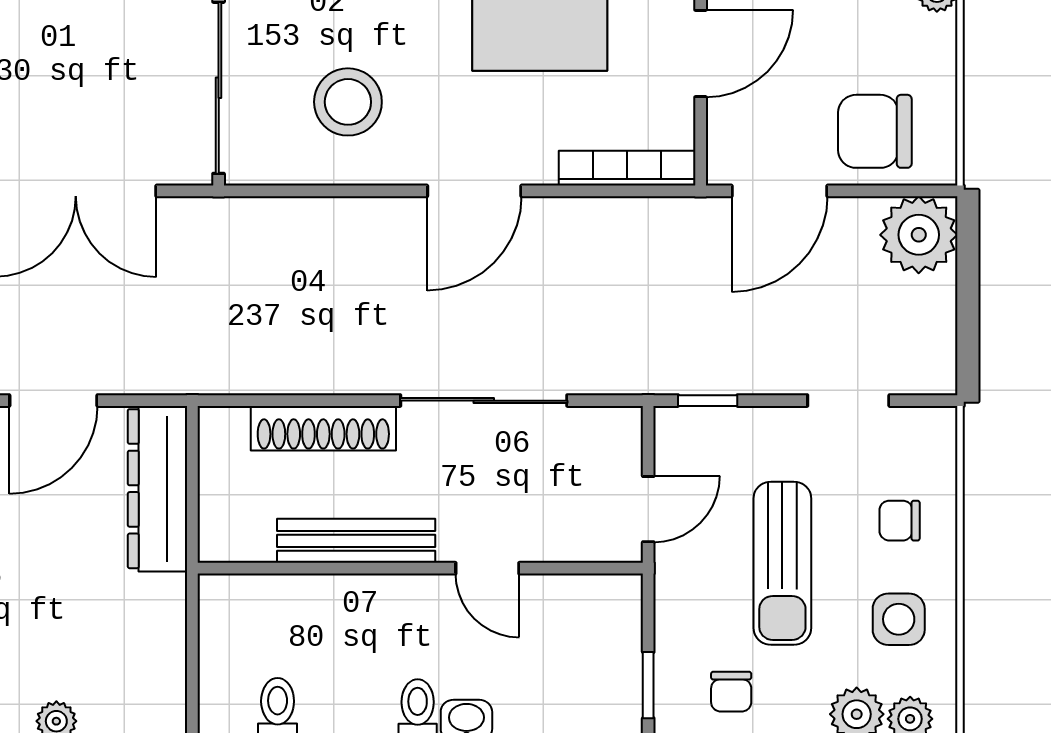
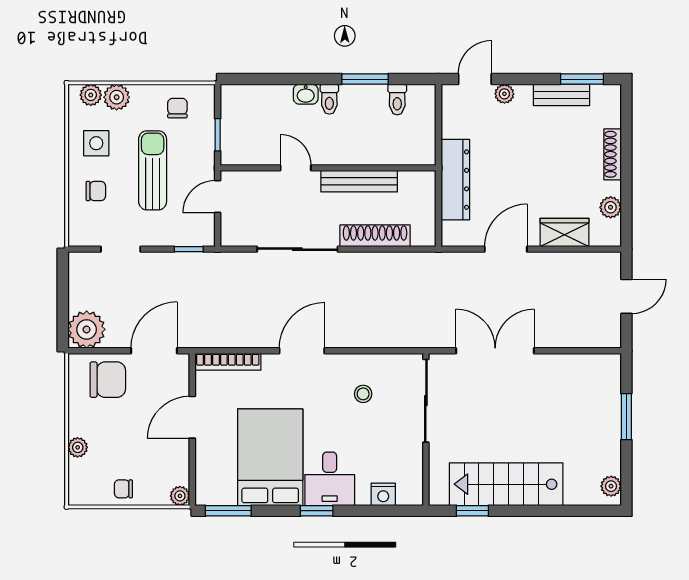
stool: (348, 102) -> (363, 394), width x0.53, depth x0.53
dresser: (158, 489) -> (455, 180), moved
window: (648, 685) -> (218, 135), moved

